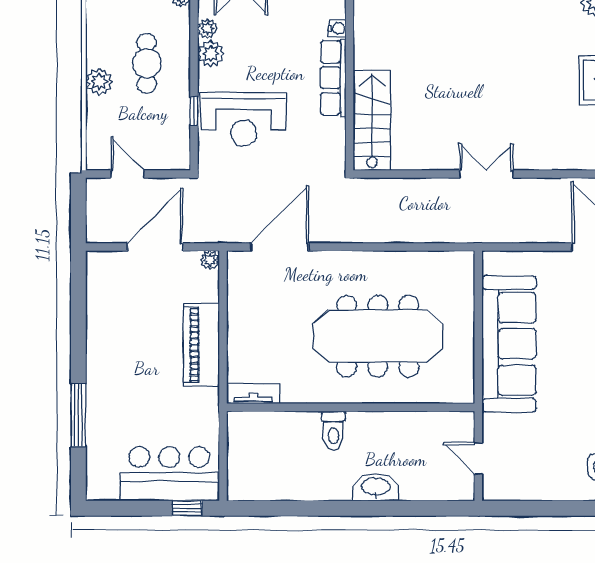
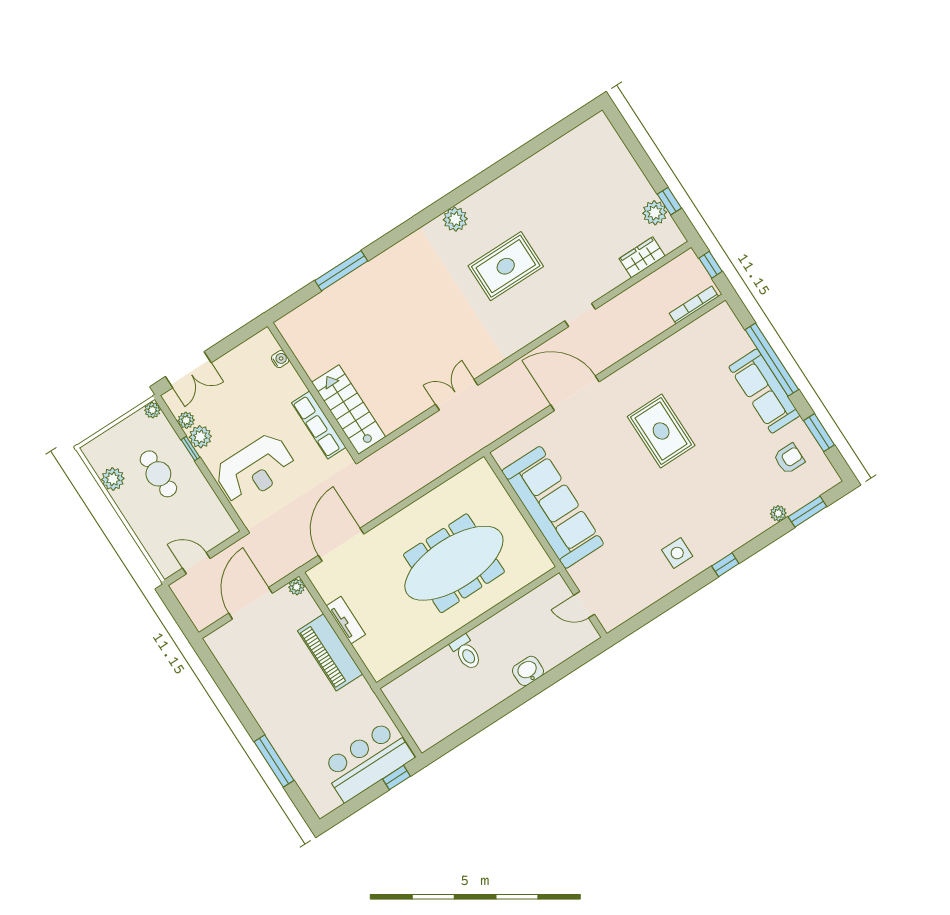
row of seats: (333, 78) -> (319, 425), moved
plant: (99, 82) -> (113, 479), moved
window: (194, 111) -> (191, 448), moved
tv unit: (253, 394) -> (346, 620), moved, turned 90
washbasin: (376, 487) -> (528, 671), width x0.72

